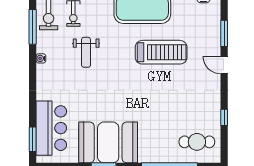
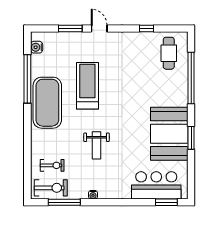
weight bench: (86, 52) -> (96, 145), moved, turned 90
door: (224, 65) -> (99, 28), swing flipped

